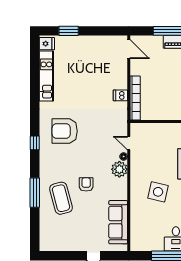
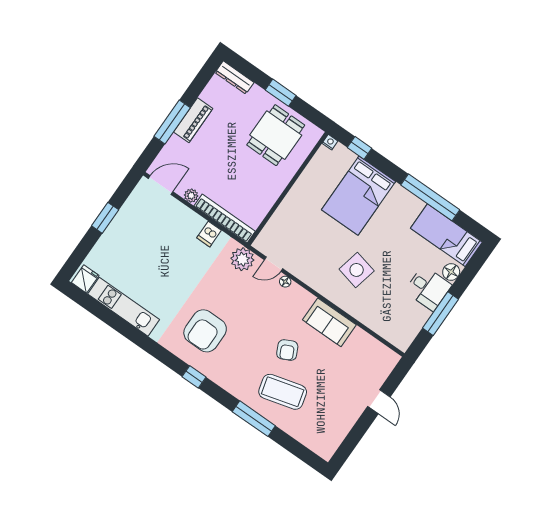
window: (69, 31) -> (105, 218), moved
plant: (135, 70) -> (191, 196), added
plant: (119, 169) -> (242, 259), moved
armchair: (86, 184) -> (287, 350), turned -116
sofa: (118, 222) -> (329, 322), moved, width x0.73

